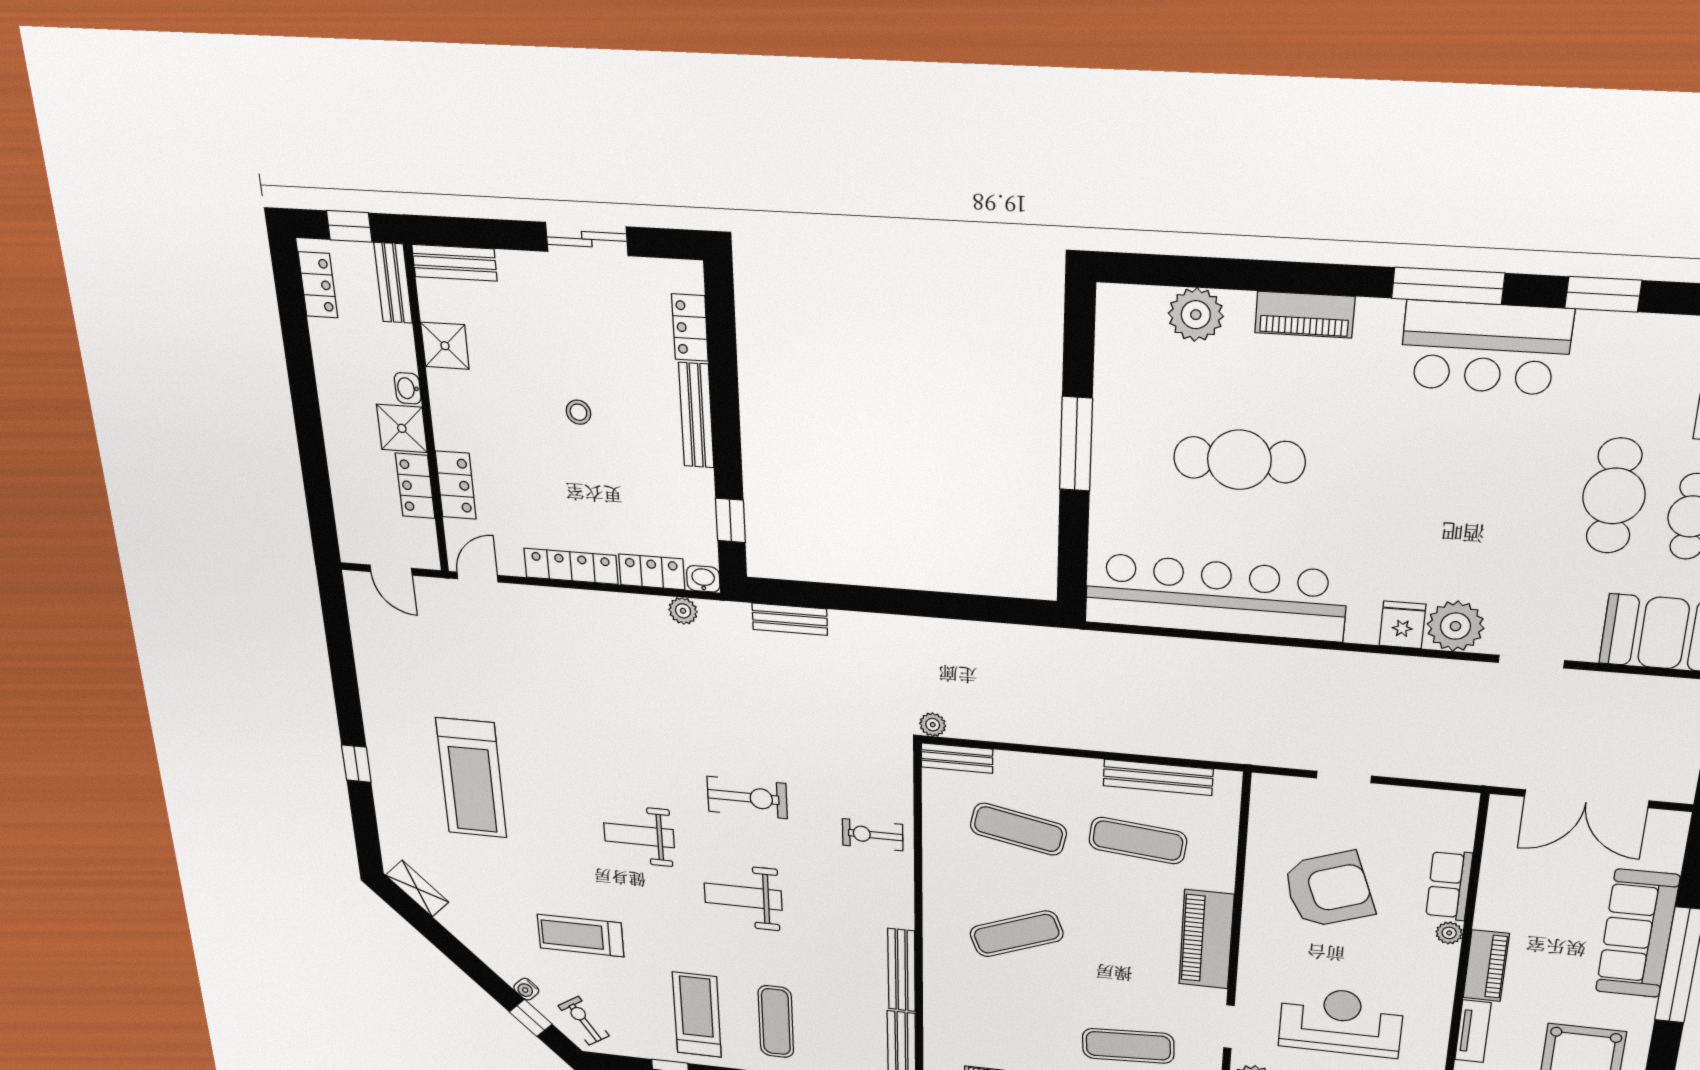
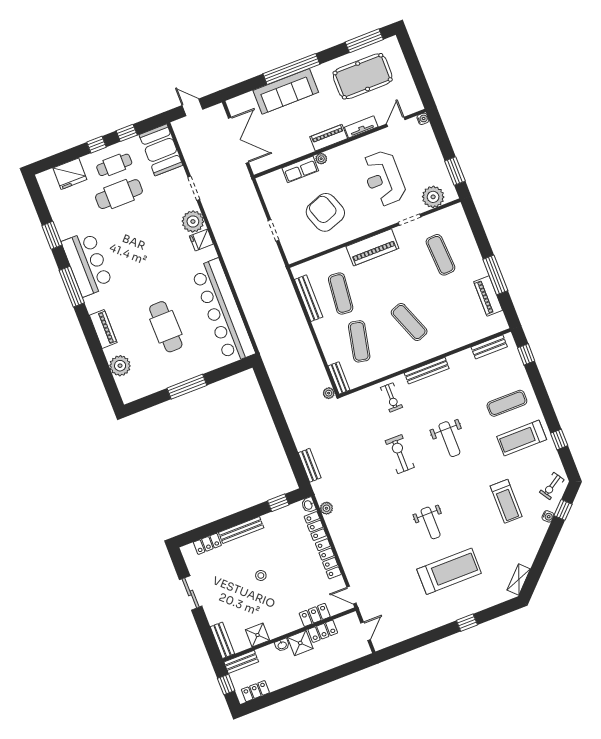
weight bench: (639, 835) -> (431, 523), moved
bench: (902, 970) -> (427, 371), moved

